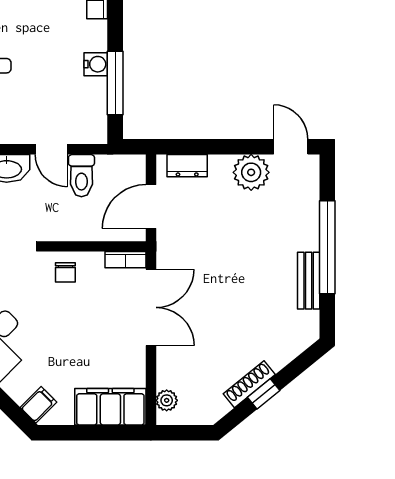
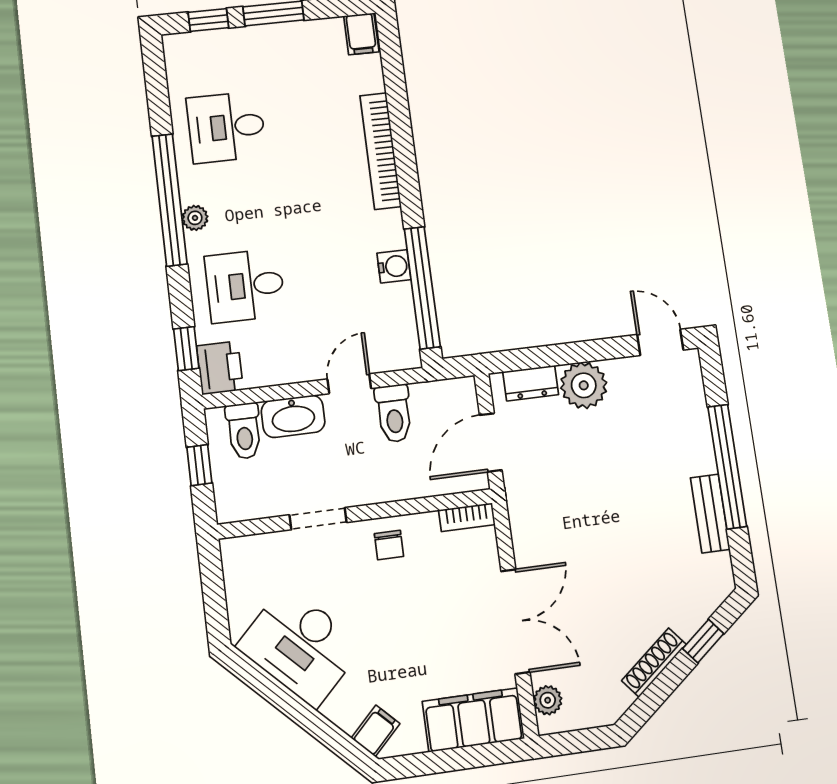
window: (115, 83) -> (422, 288), width x1.46
door: (51, 149) -> (349, 384), swing flipped
plant: (251, 172) -> (584, 385), moved
double door: (151, 307) -> (515, 621), moved
window: (264, 394) -> (703, 641), moved

